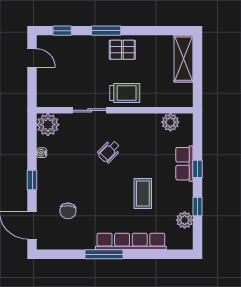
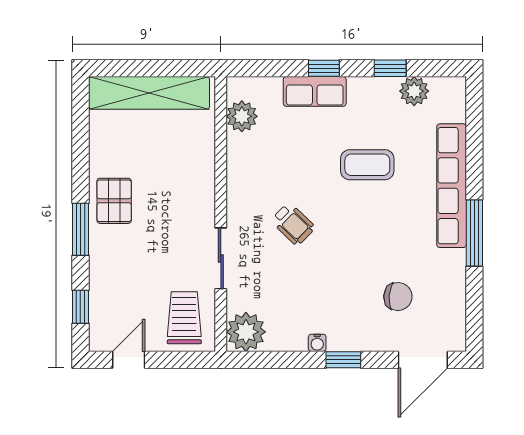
shelving: (184, 59) -> (149, 93), width x1.47
trolley: (125, 93) -> (184, 318), moved
water cooler: (42, 153) -> (317, 343), moved

